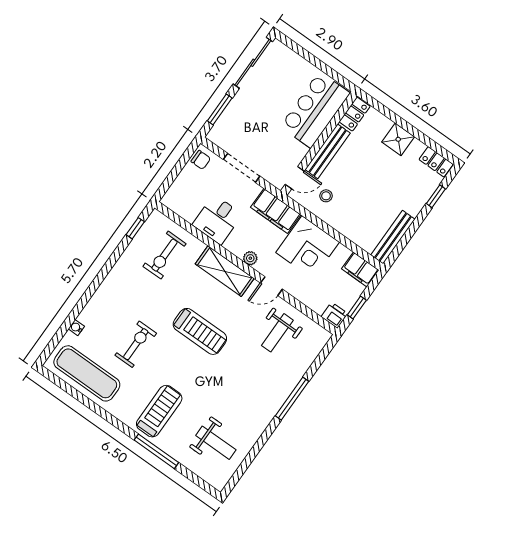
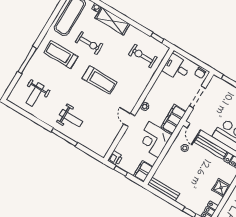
desk: (217, 220) -> (177, 68), moved
shelving: (225, 271) -> (113, 21), moved, turned 90
treadmill: (200, 331) -> (100, 80), turned -90
weight bench: (277, 333) -> (71, 118), moved, turned 180
treadmill: (159, 411) -> (61, 55), moved, turned 180

